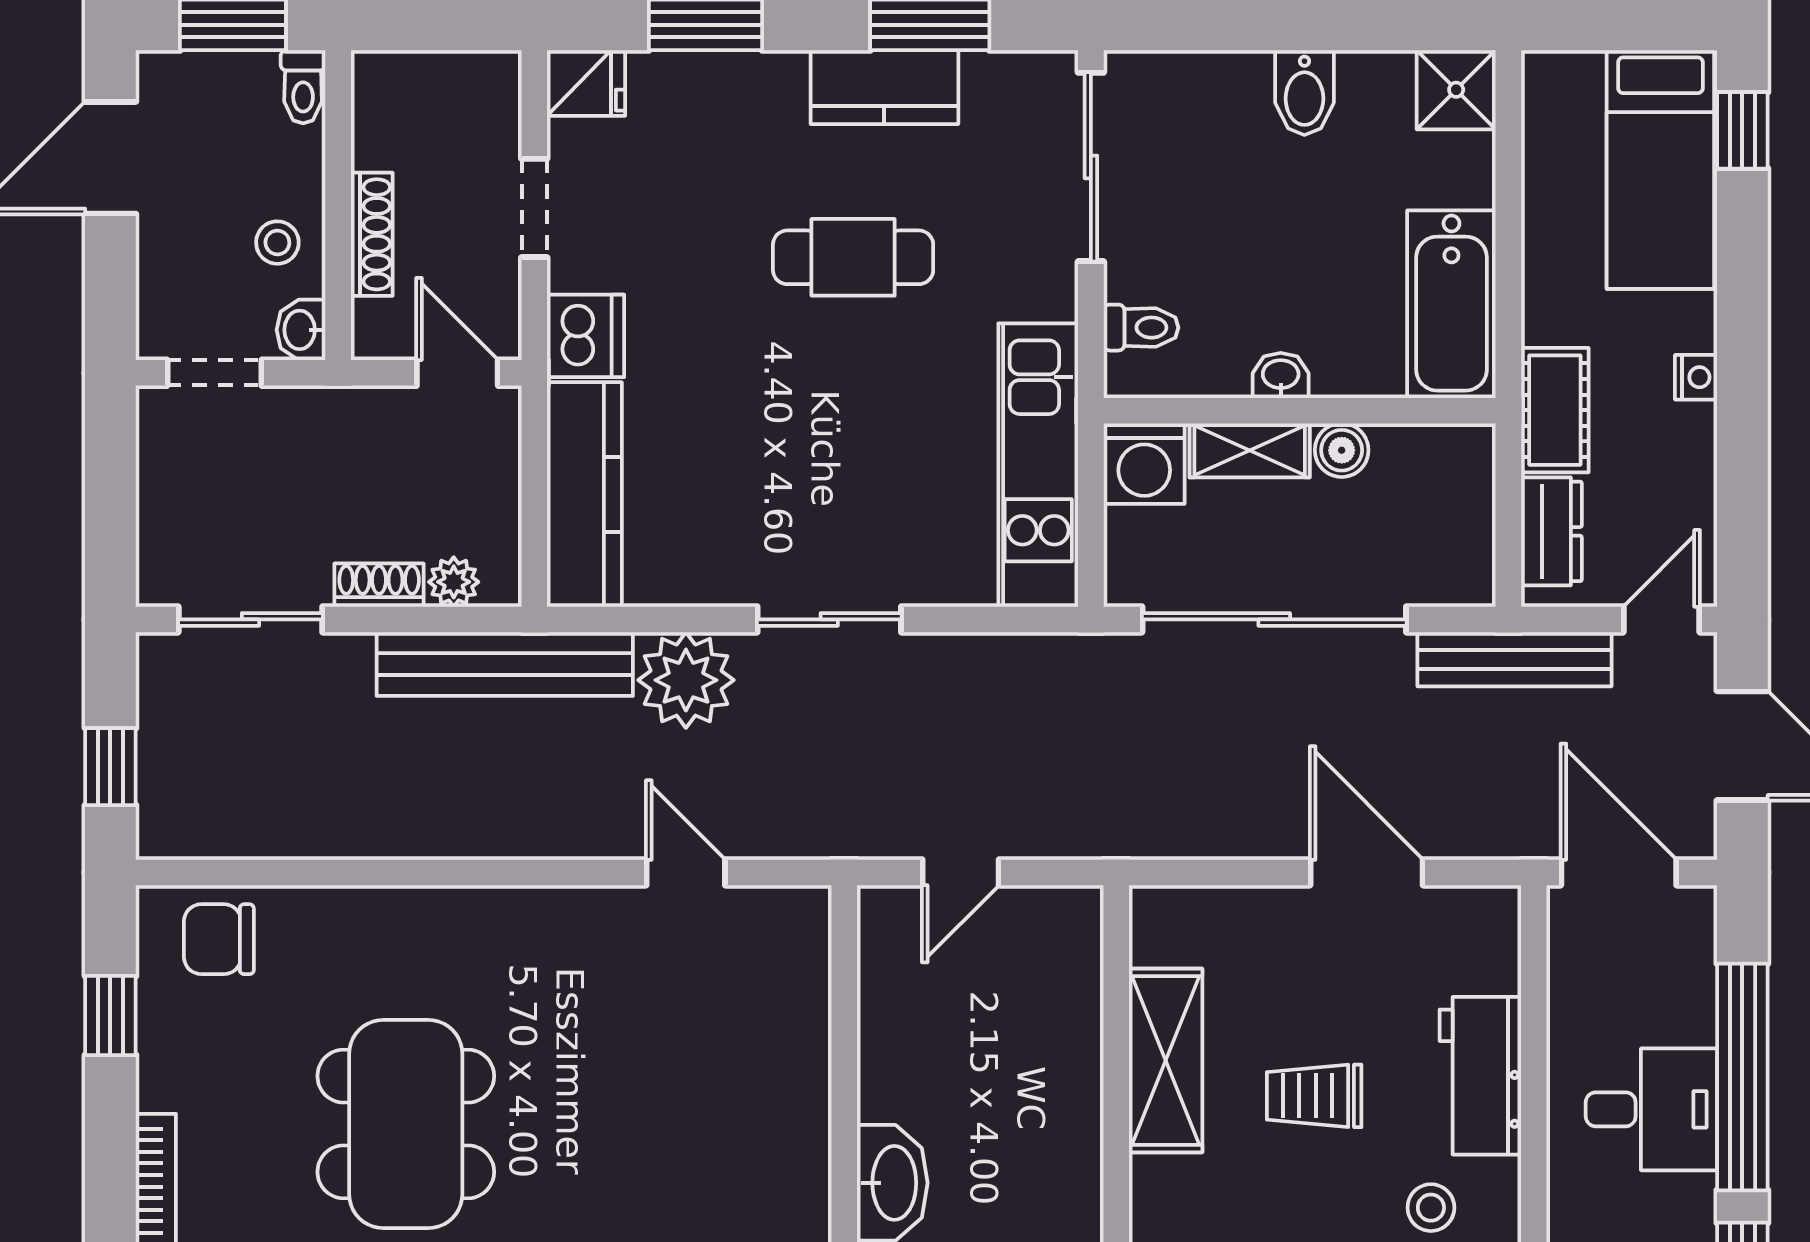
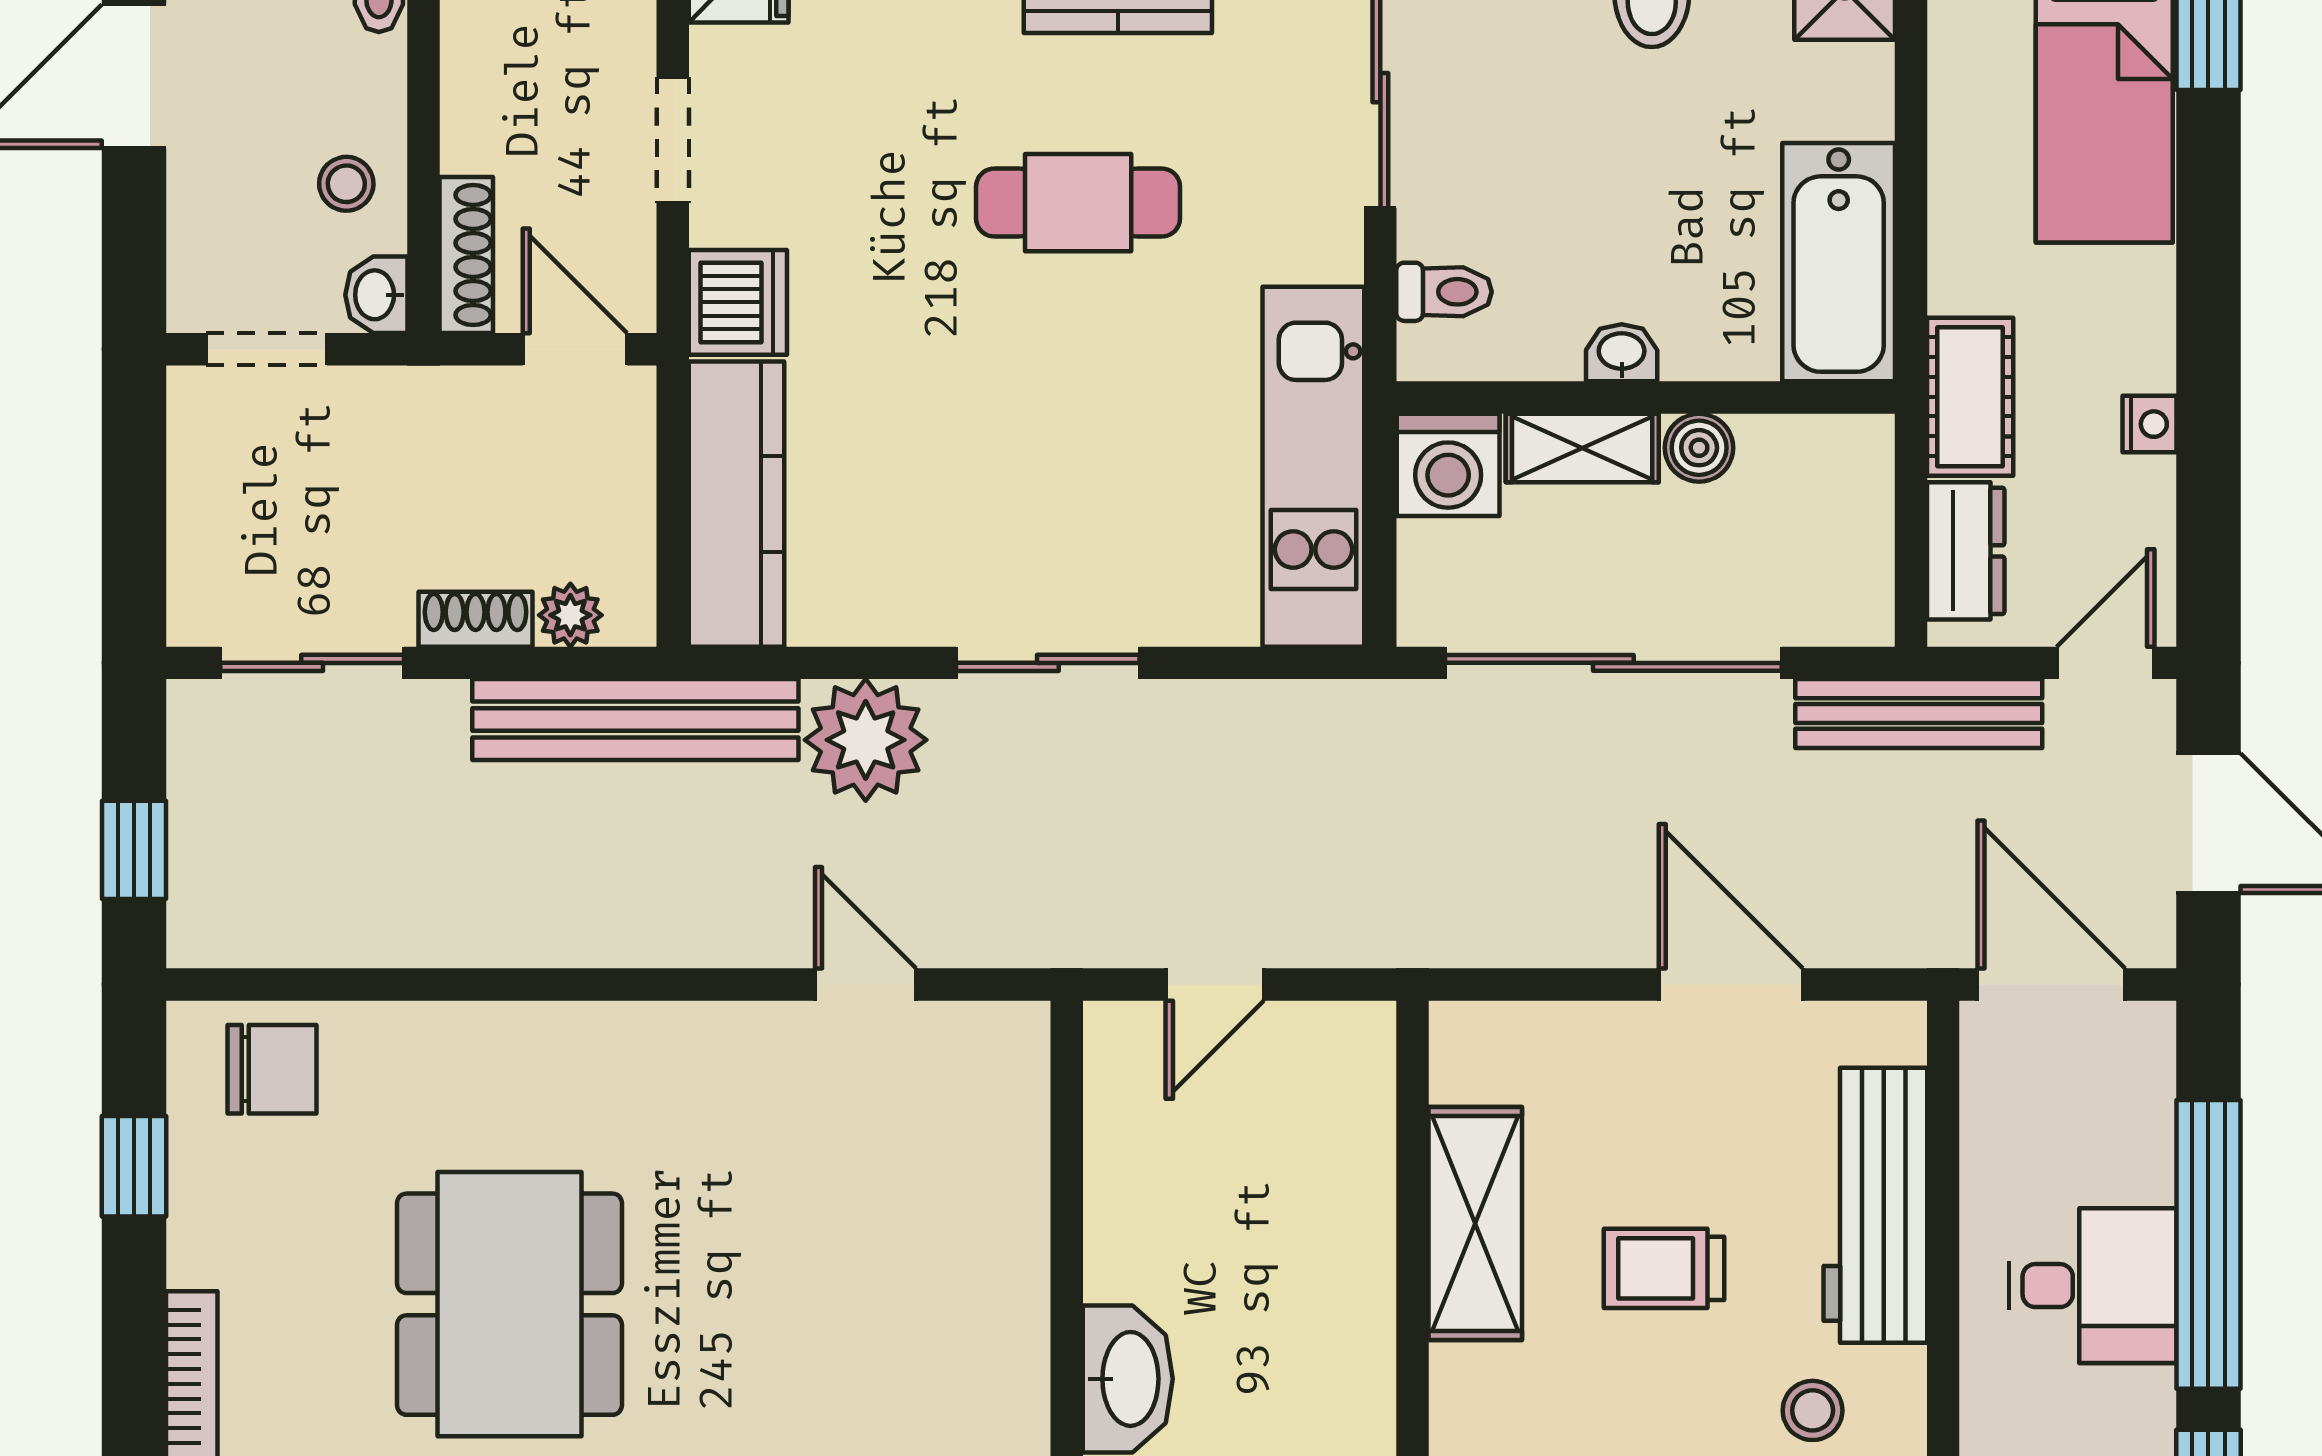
shoe rack: (372, 234) -> (466, 255), moved
nightstand: (1696, 377) -> (2150, 424), moved
chair: (219, 939) -> (272, 1069), turned 180
workbench: (1480, 1076) -> (1875, 1205), width x1.38

